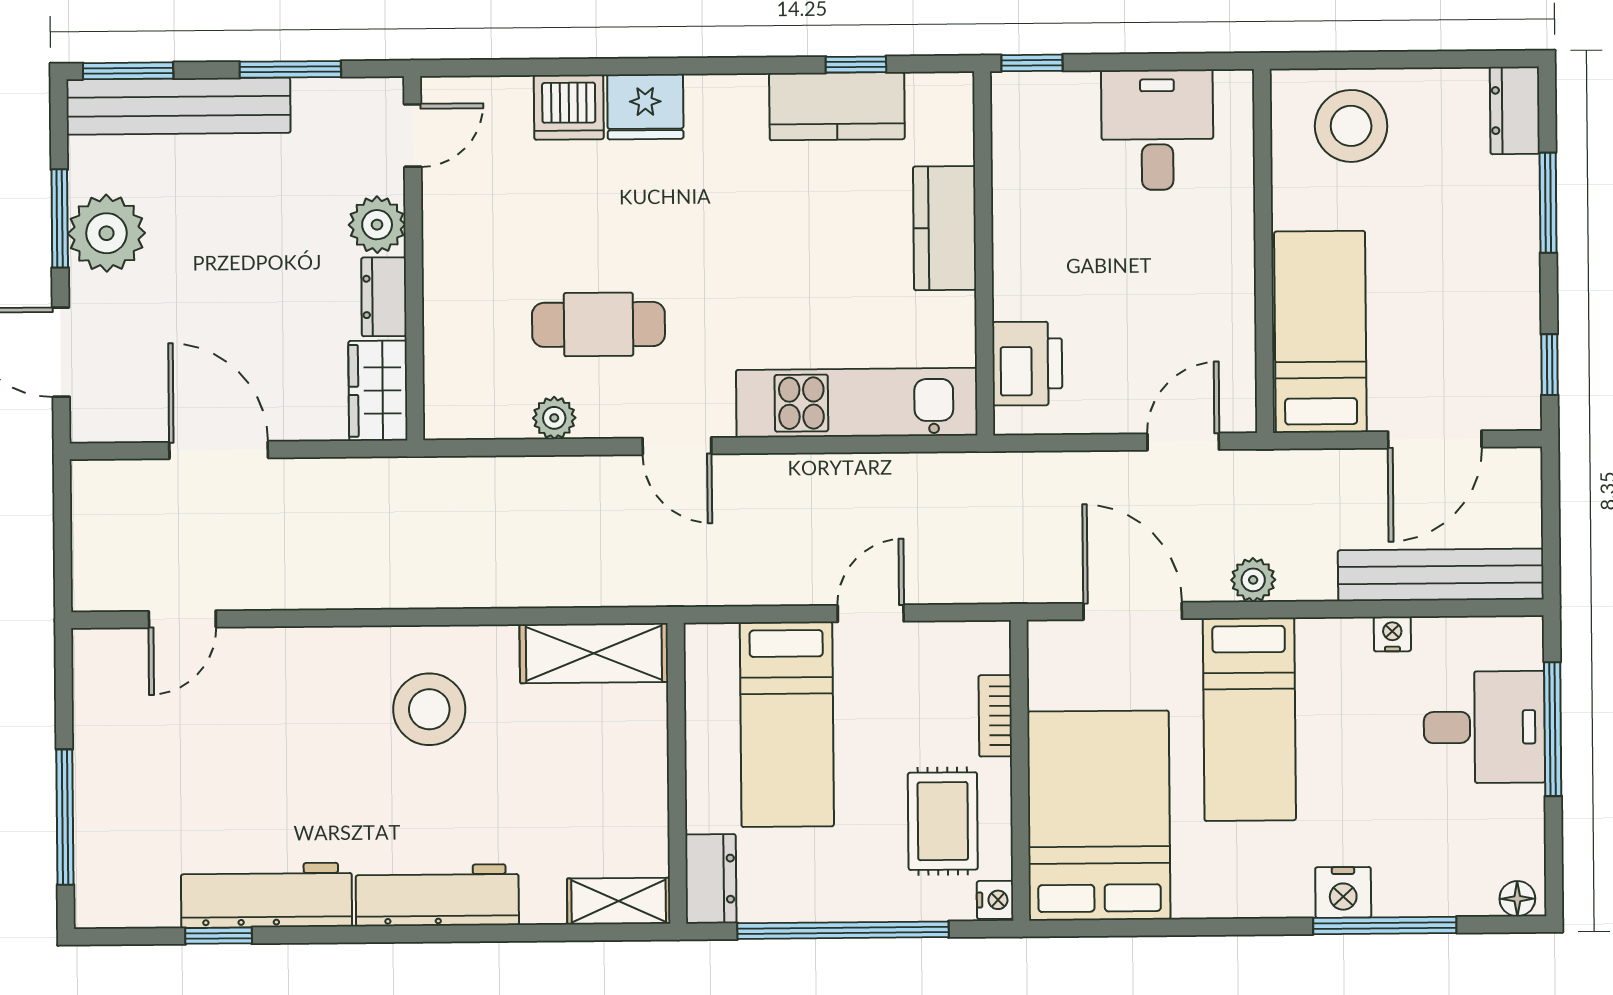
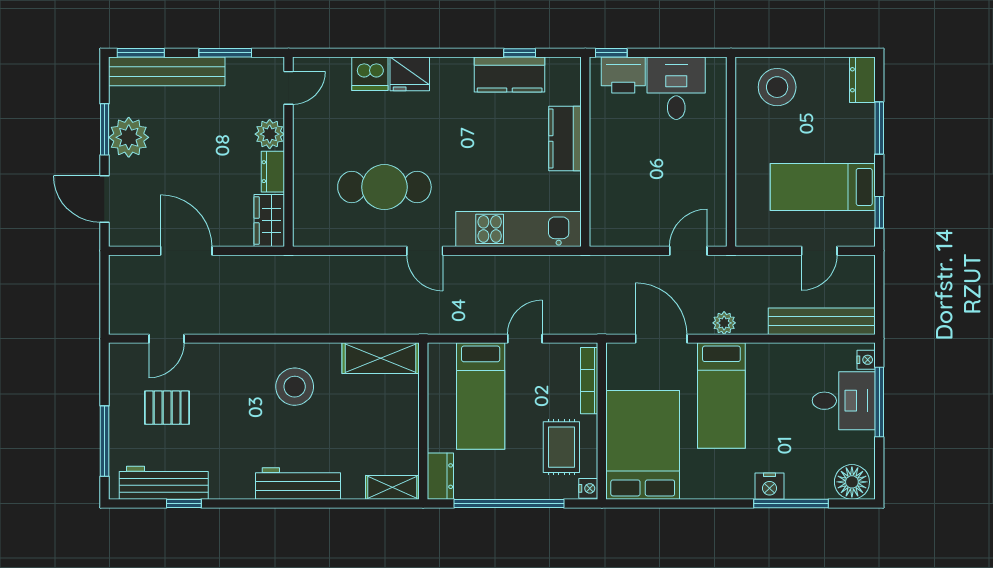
cafe table: (598, 324) -> (384, 187), width x1.37, depth x1.35
bed: (1320, 332) -> (823, 187), moved, turned -90
printer: (1027, 364) -> (623, 75), moved, turned 90
plant: (554, 418) -> (361, 235), removed
door: (1435, 439) -> (819, 251), width x0.73
nightstand: (1392, 634) -> (866, 360), moved, turned 90
bookcase: (995, 716) -> (589, 381), width x1.56
pallet: (185, 752) -> (167, 408), added
workbench: (266, 895) -> (164, 483), moved
floor lamp: (1517, 899) -> (852, 482), width x1.89, depth x1.89

